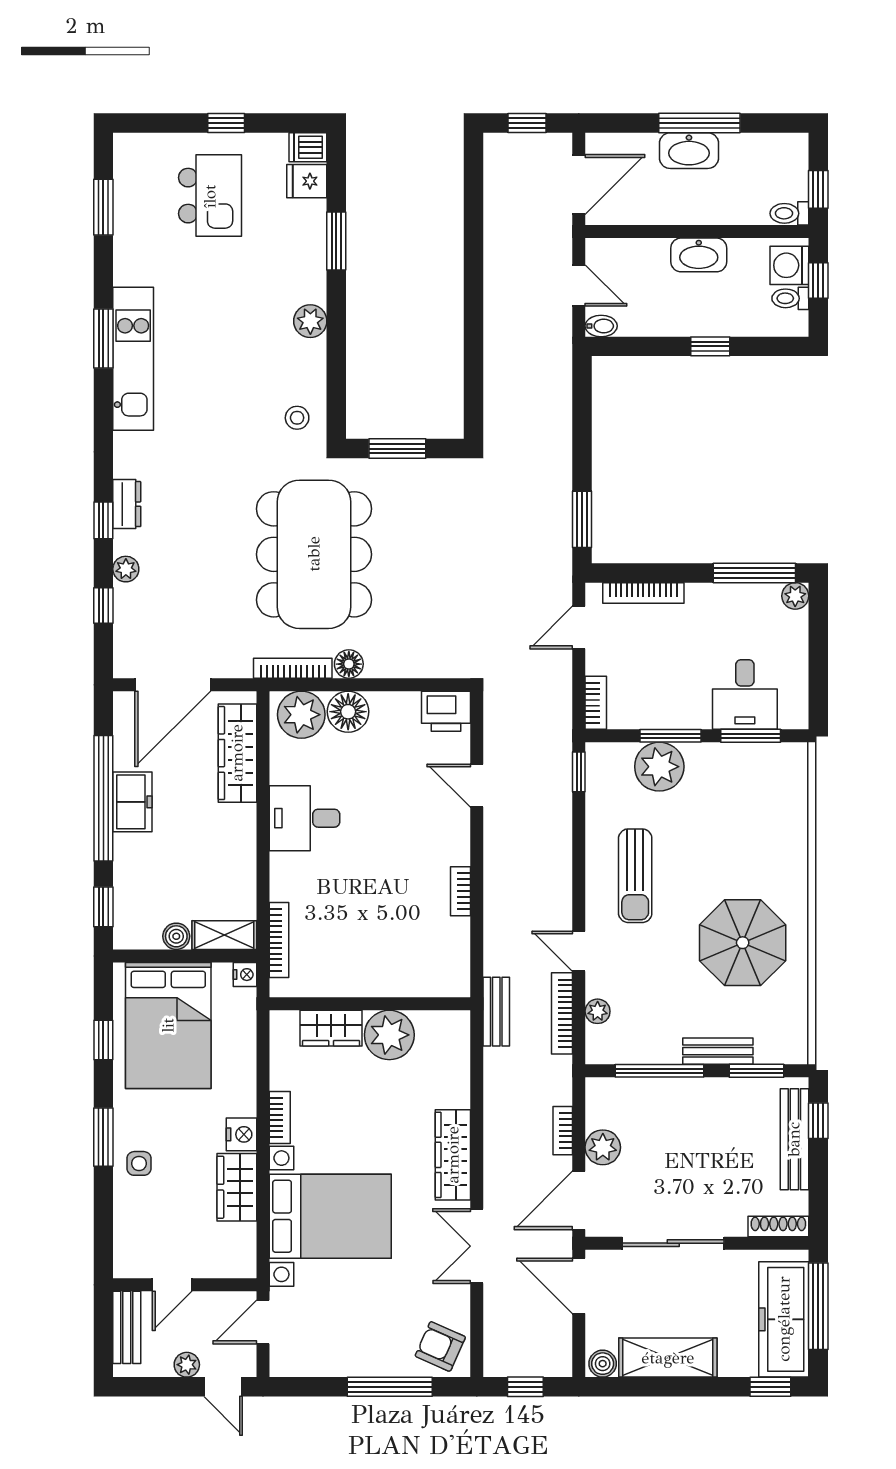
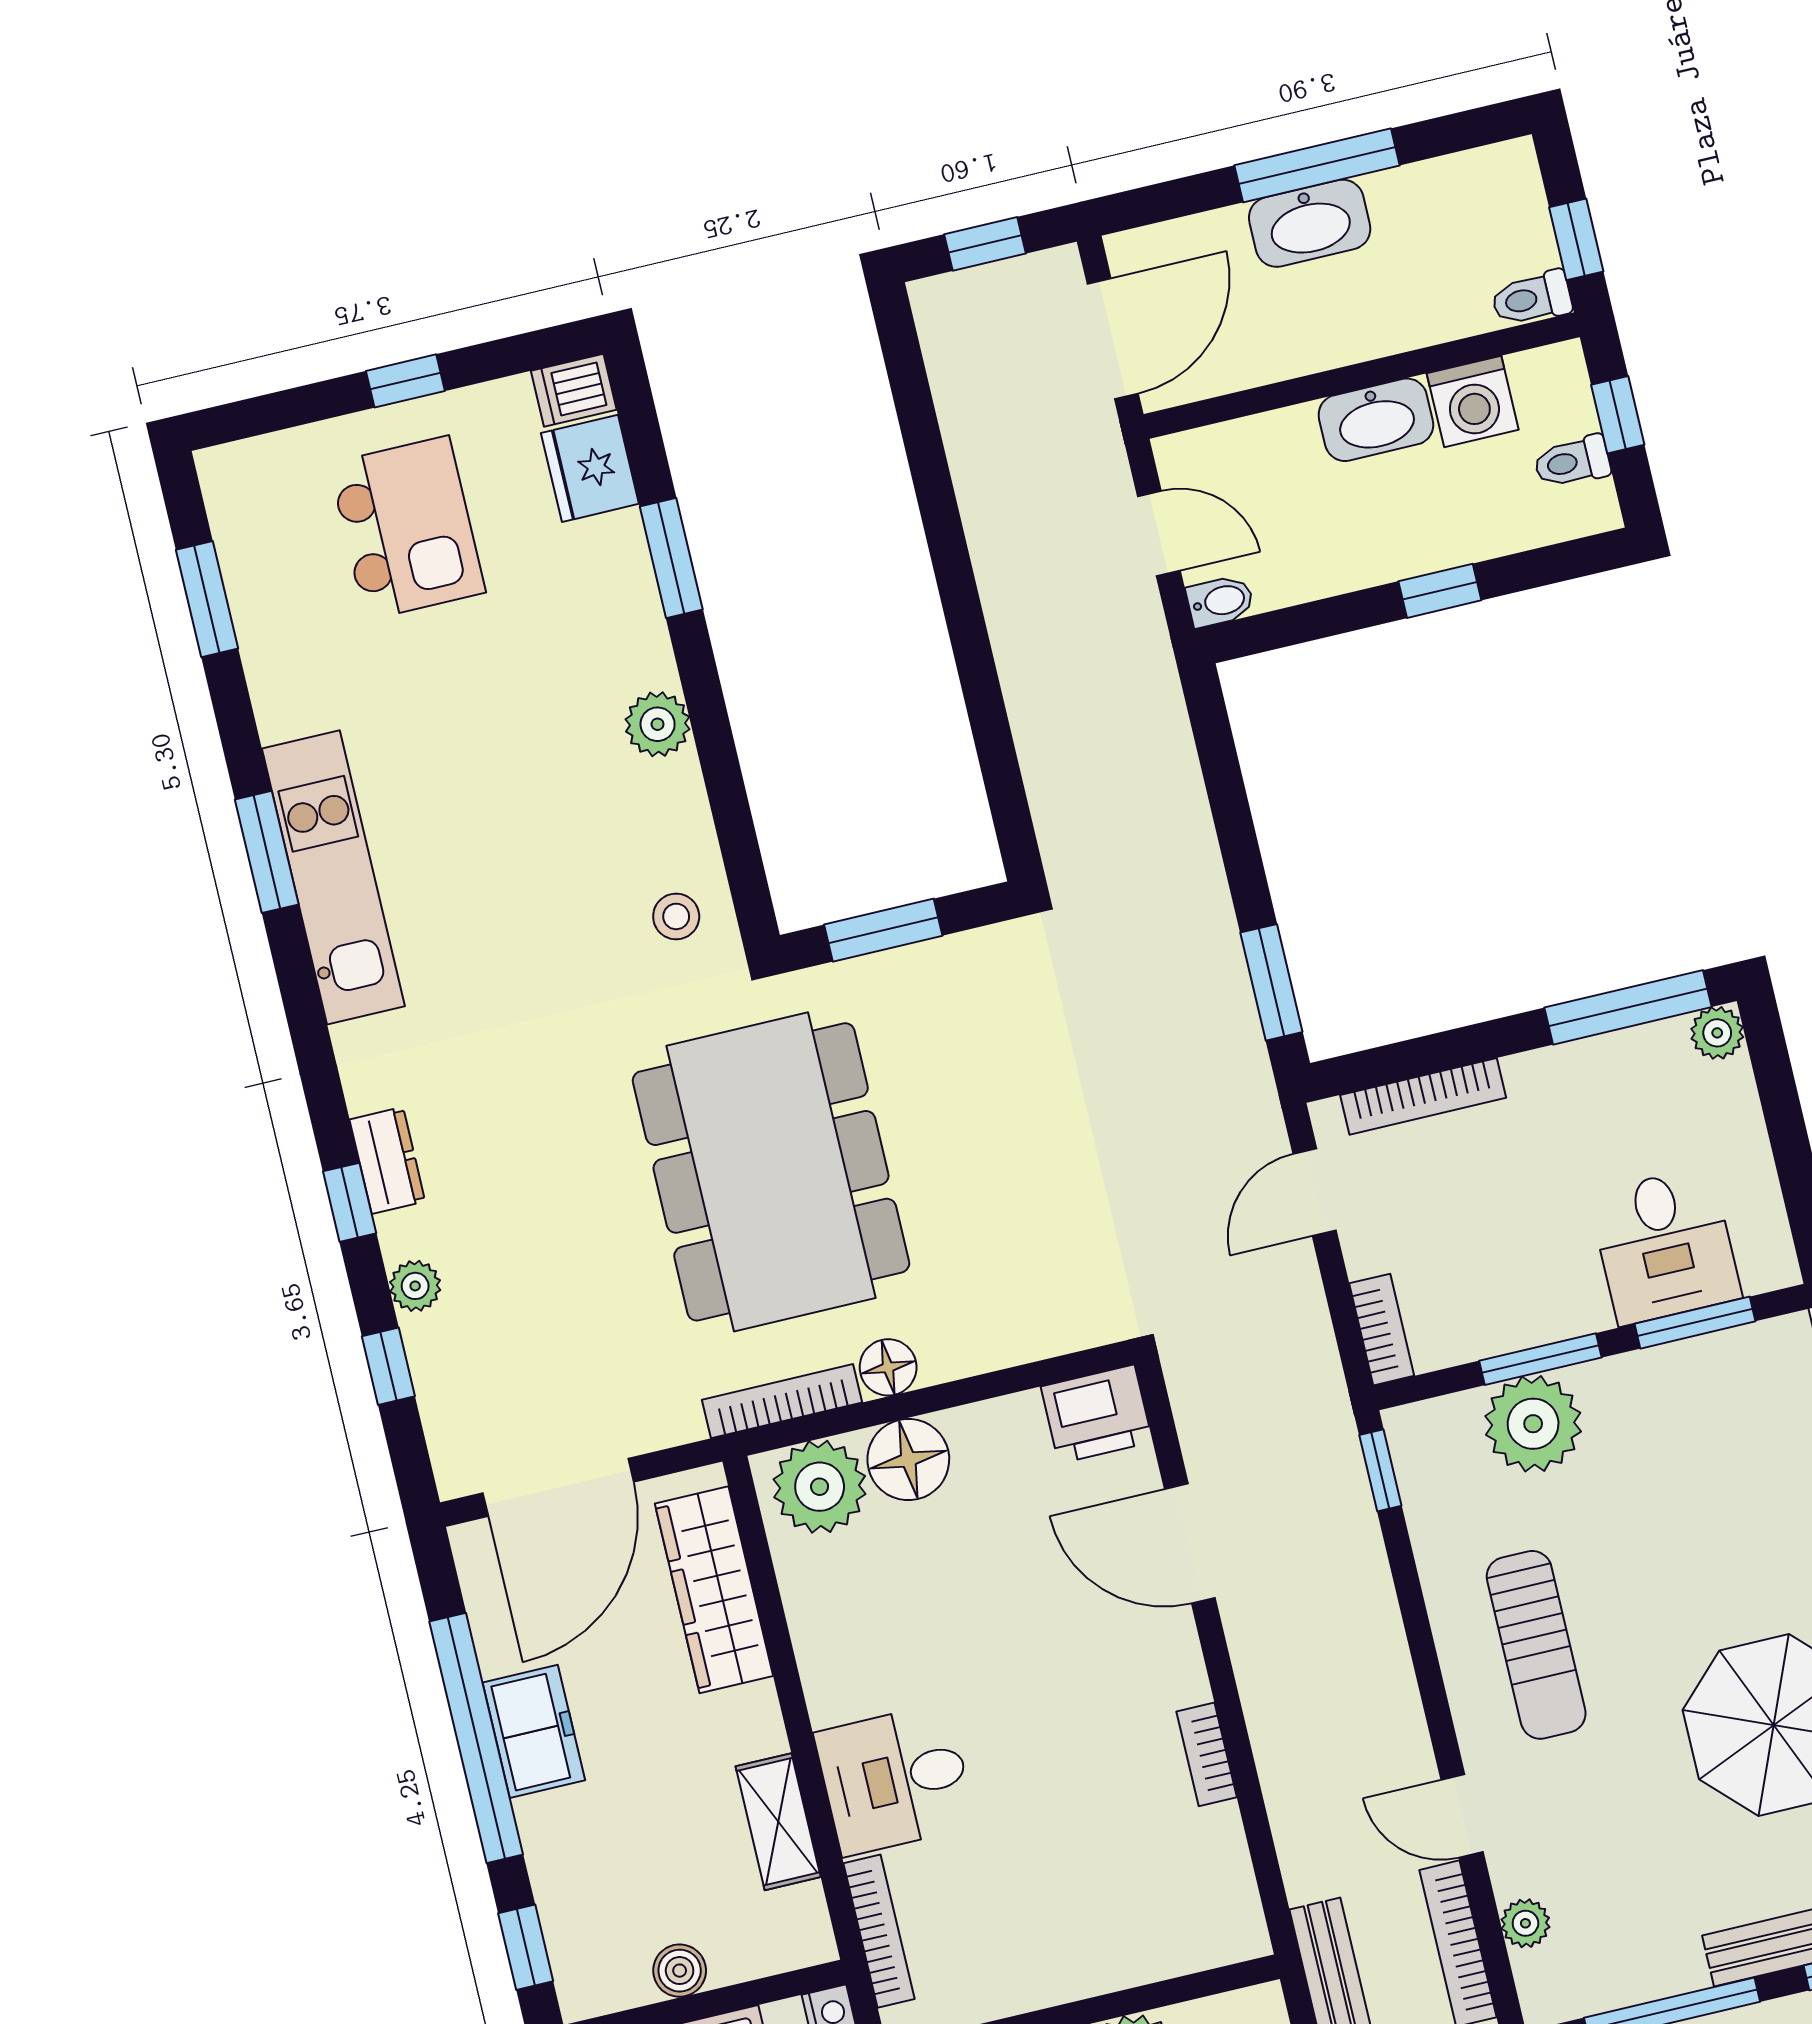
fridge: (307, 181) -> (590, 468), width x1.38
washing machine: (789, 265) -> (1473, 402), moved, turned -90
door: (477, 786) -> (1190, 1544), width x1.38
desk: (304, 818) -> (895, 1779), moved
shelving: (224, 935) -> (778, 1822), moved, turned 90

